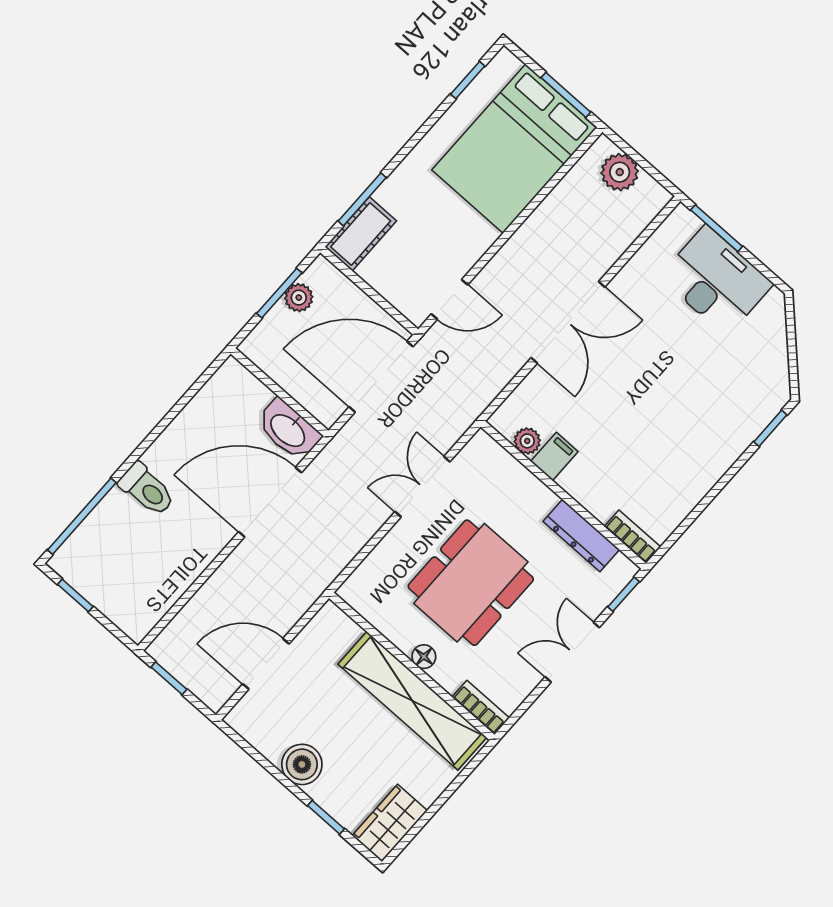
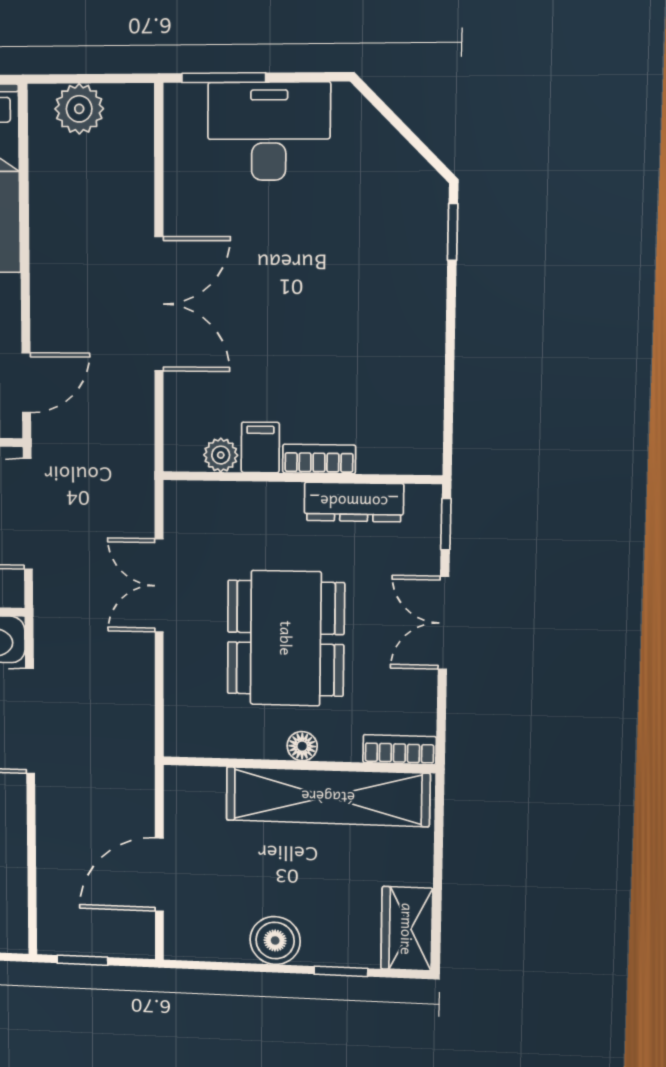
bookcase: (632, 537) -> (319, 459), moved

